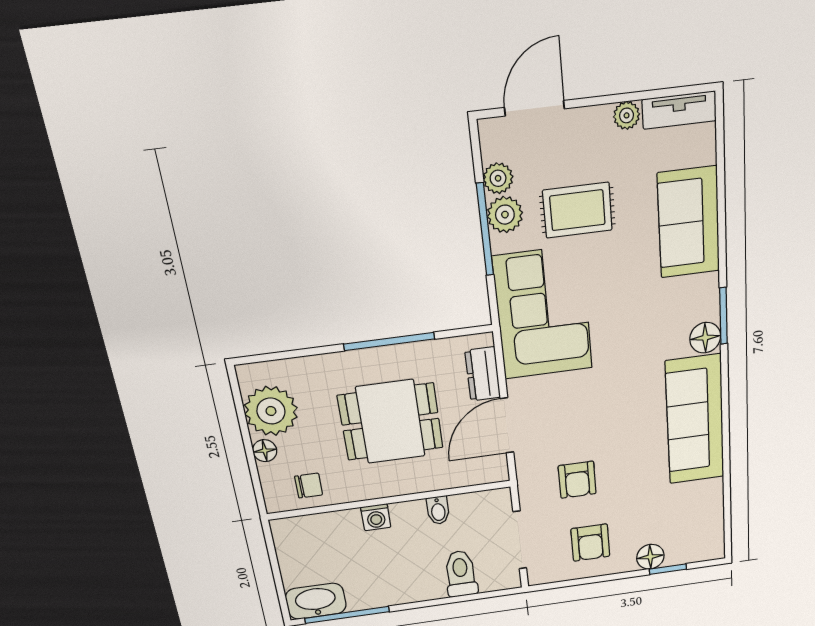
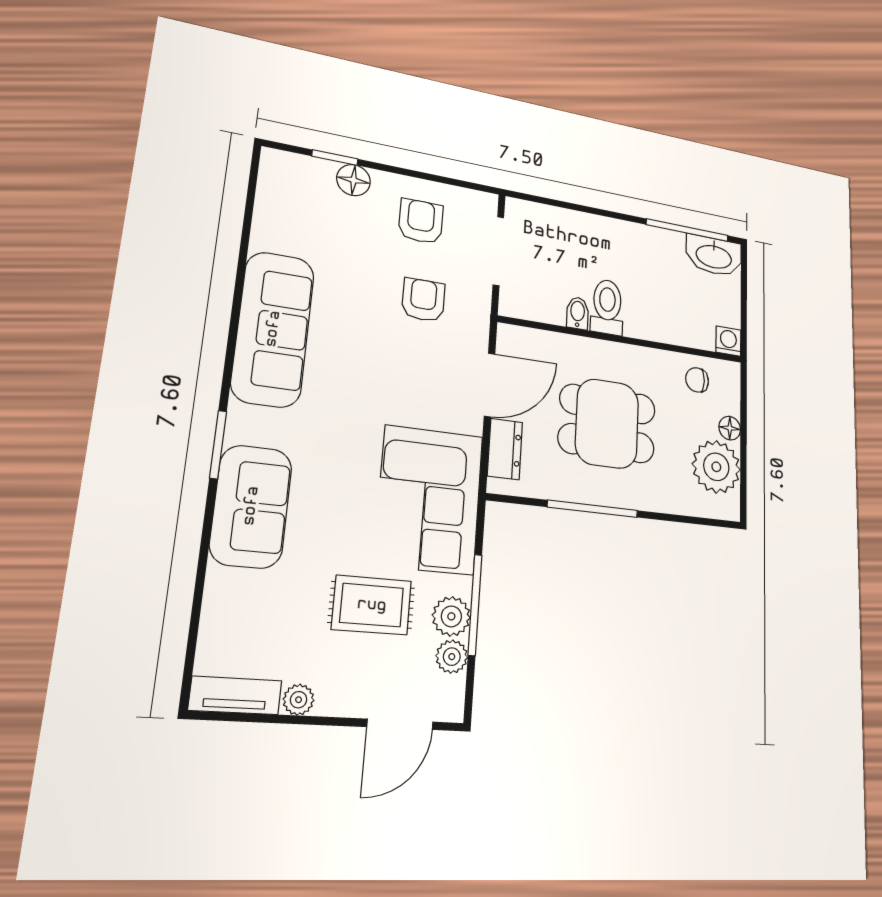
sofa: (689, 222) -> (251, 506), moved
floor lamp: (705, 338) -> (245, 424), removed
washing machine: (376, 517) -> (728, 341), moved
toilet: (461, 574) -> (607, 307), moved, turned 180

